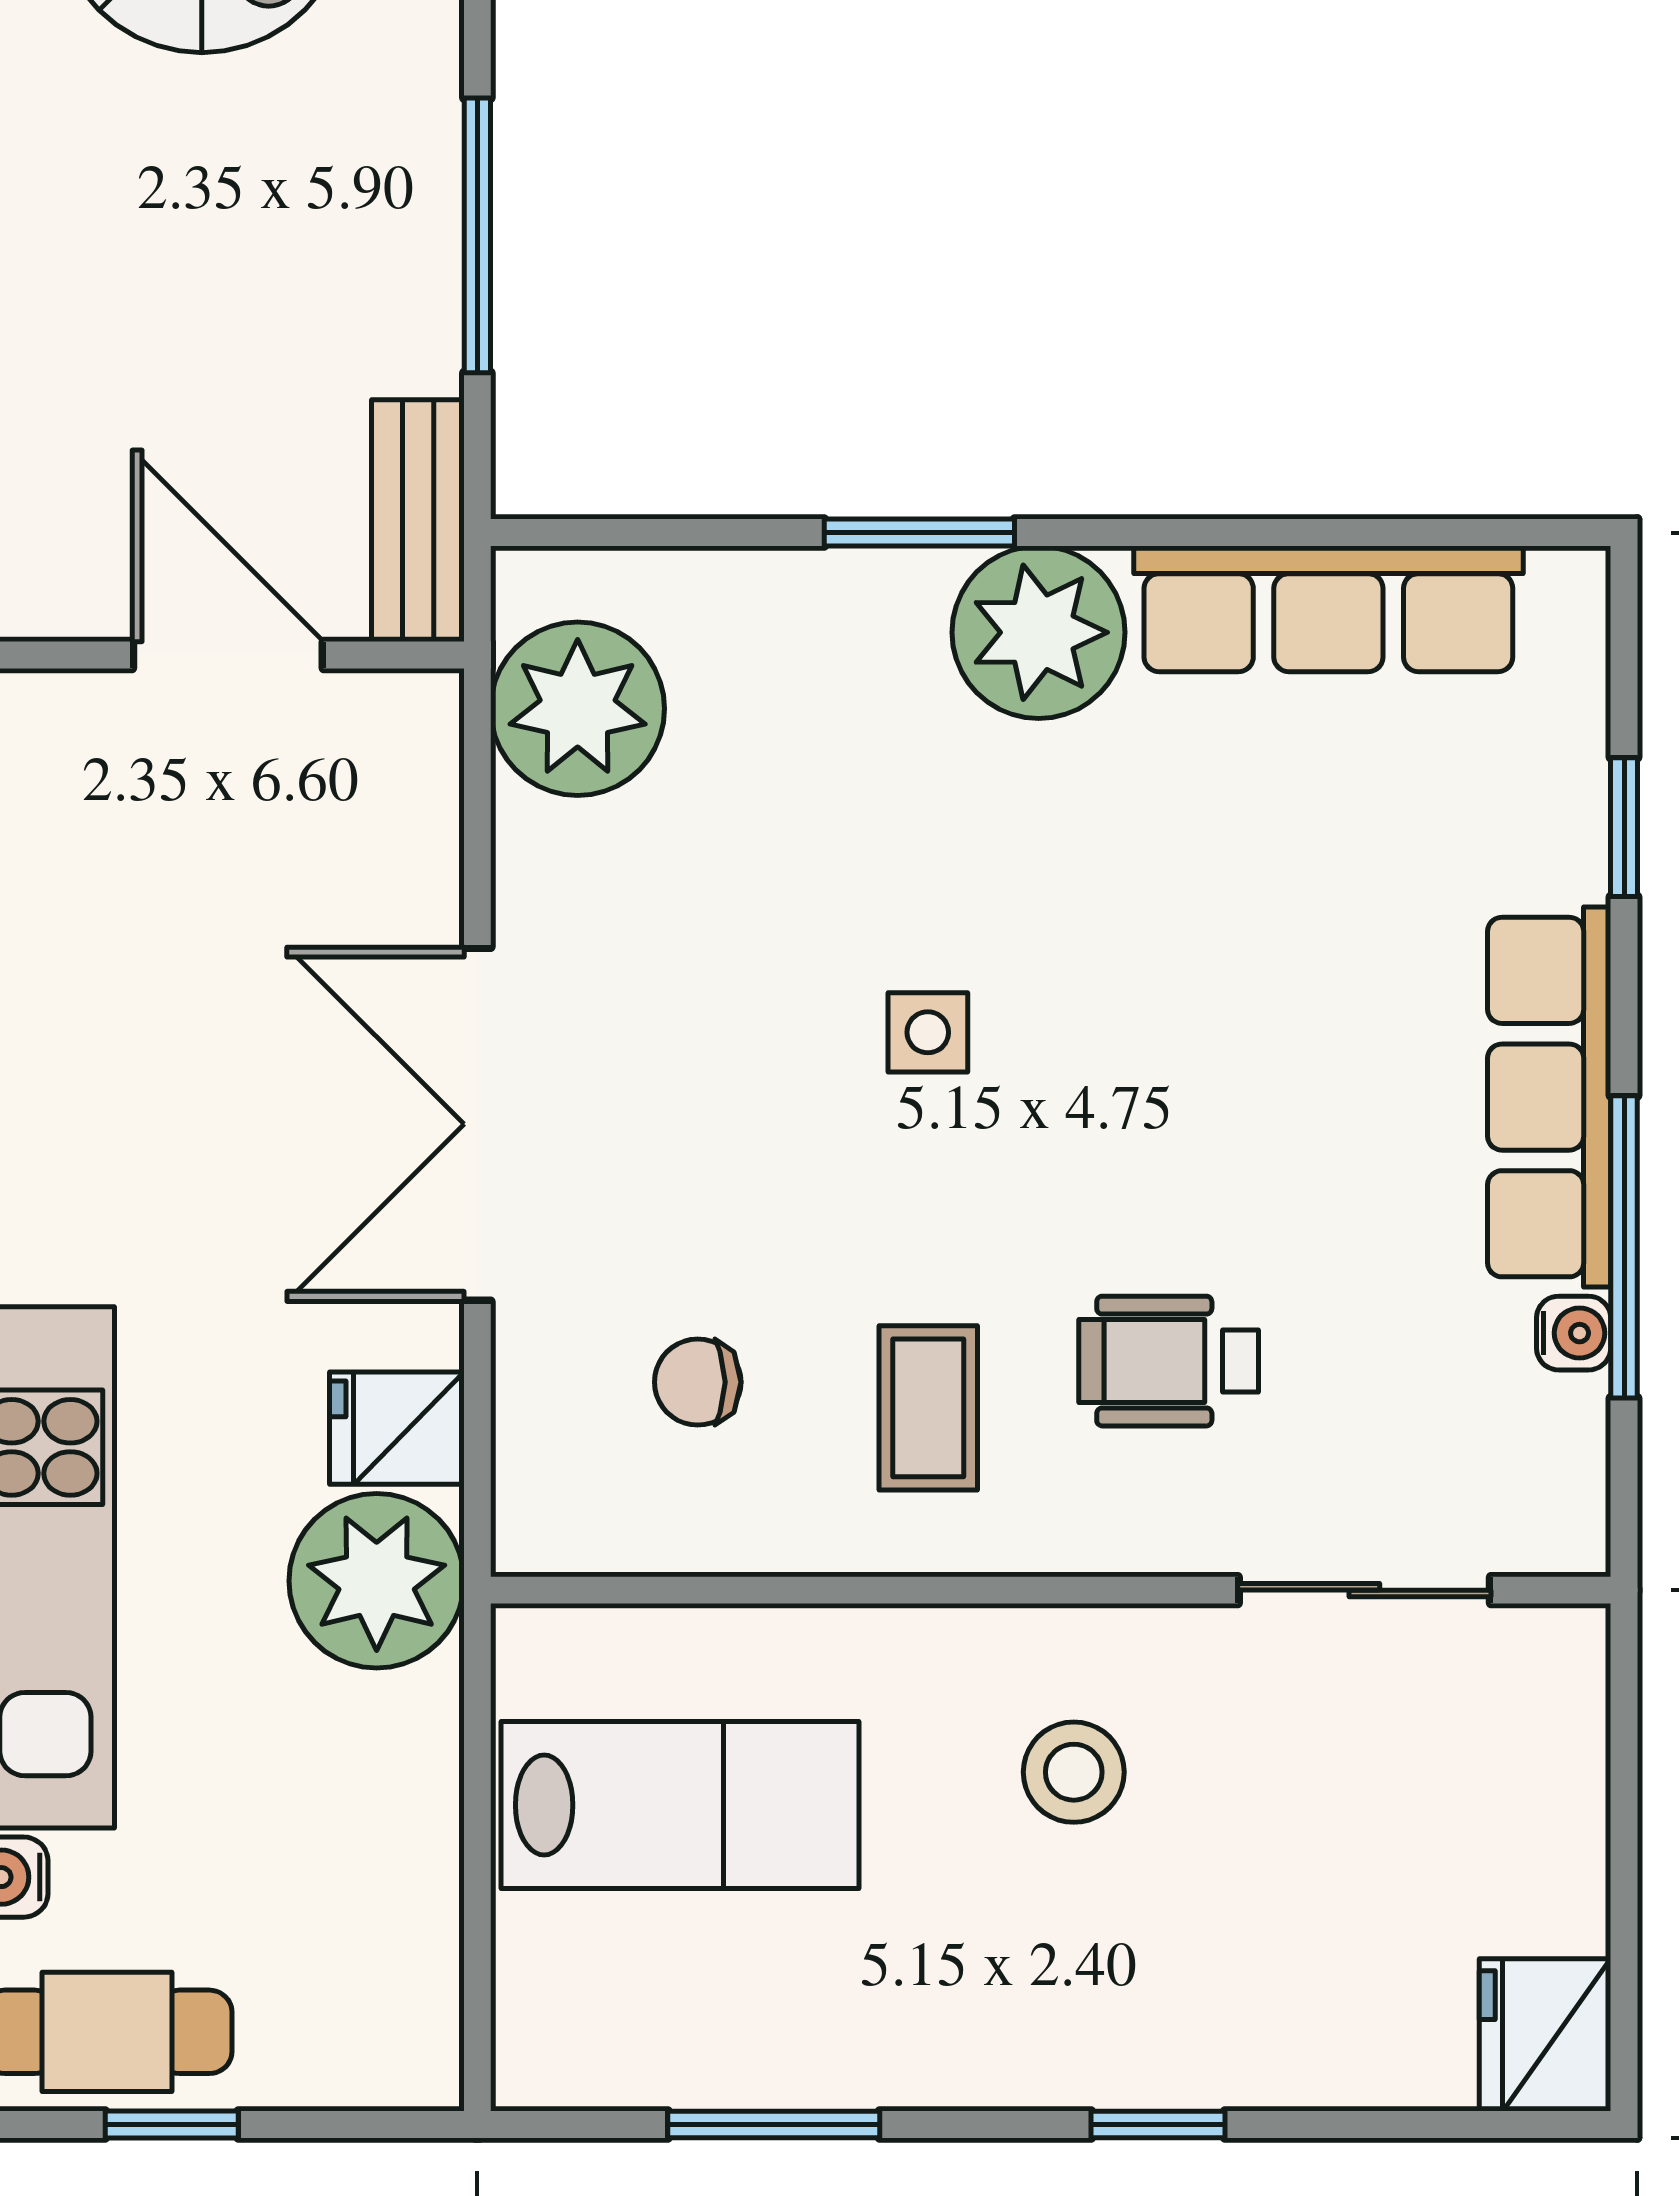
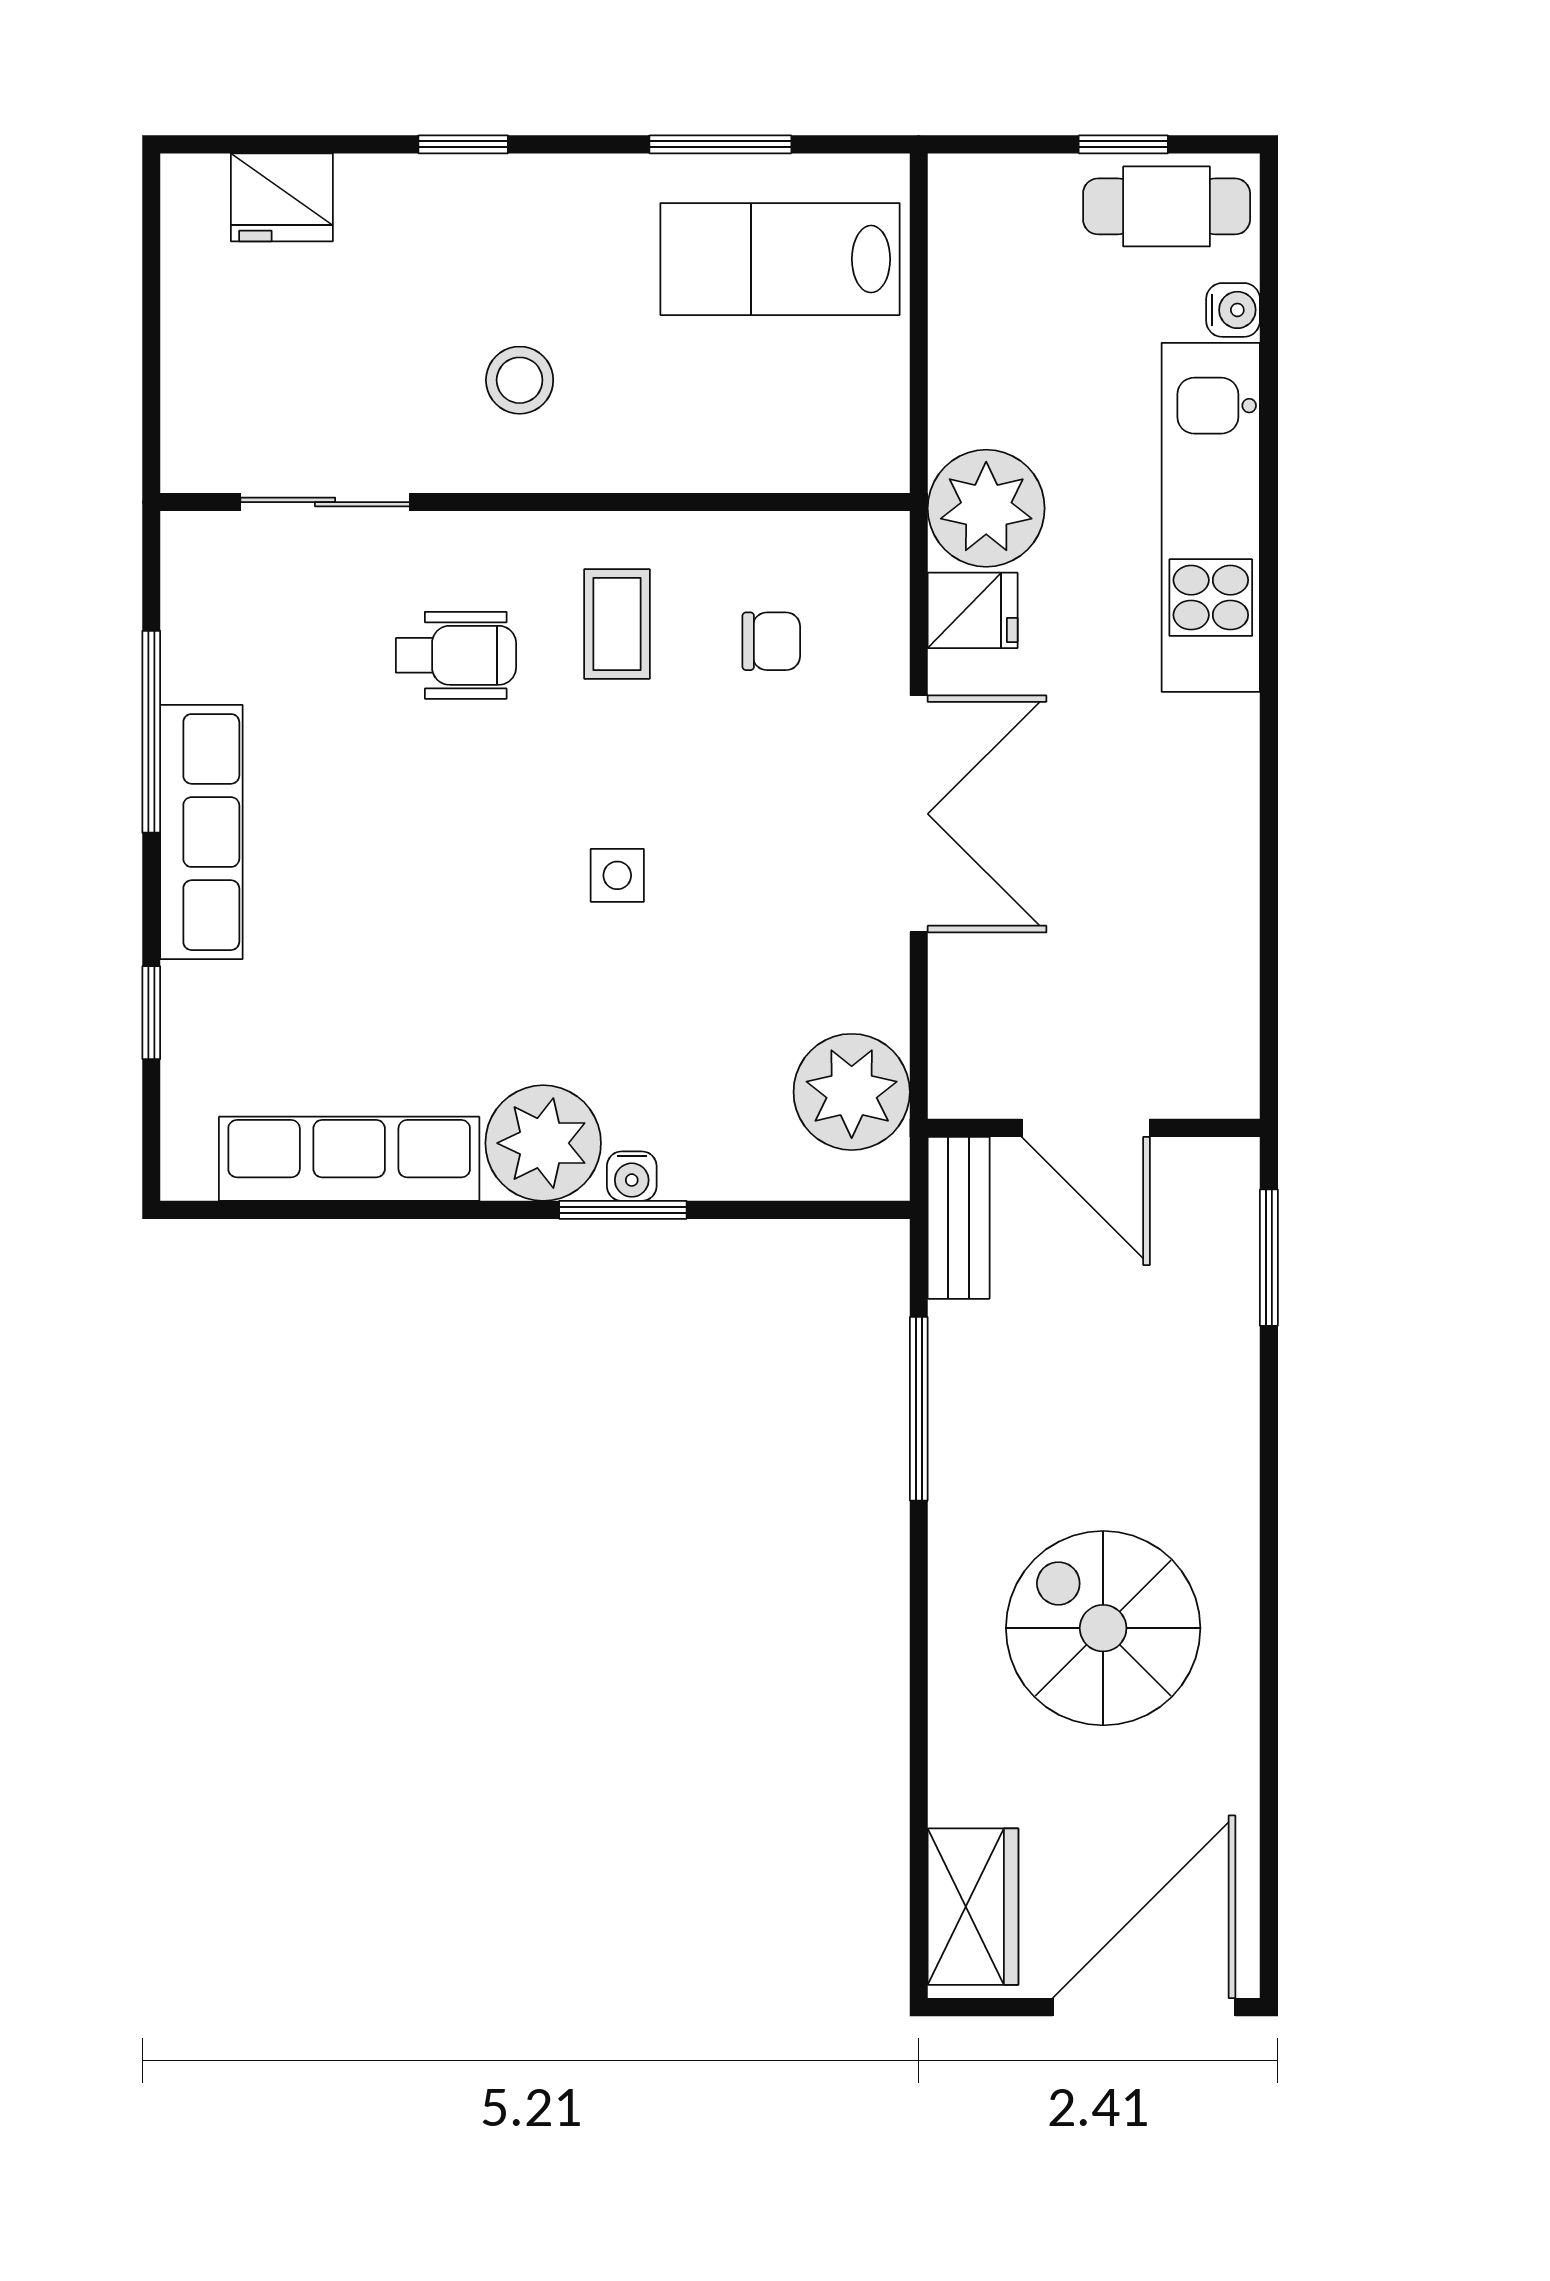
water cooler: (1574, 1333) -> (632, 1176), moved, turned -90
lab bench: (680, 1805) -> (780, 259), moved
fridge: (1545, 2035) -> (282, 197), moved, turned 90

